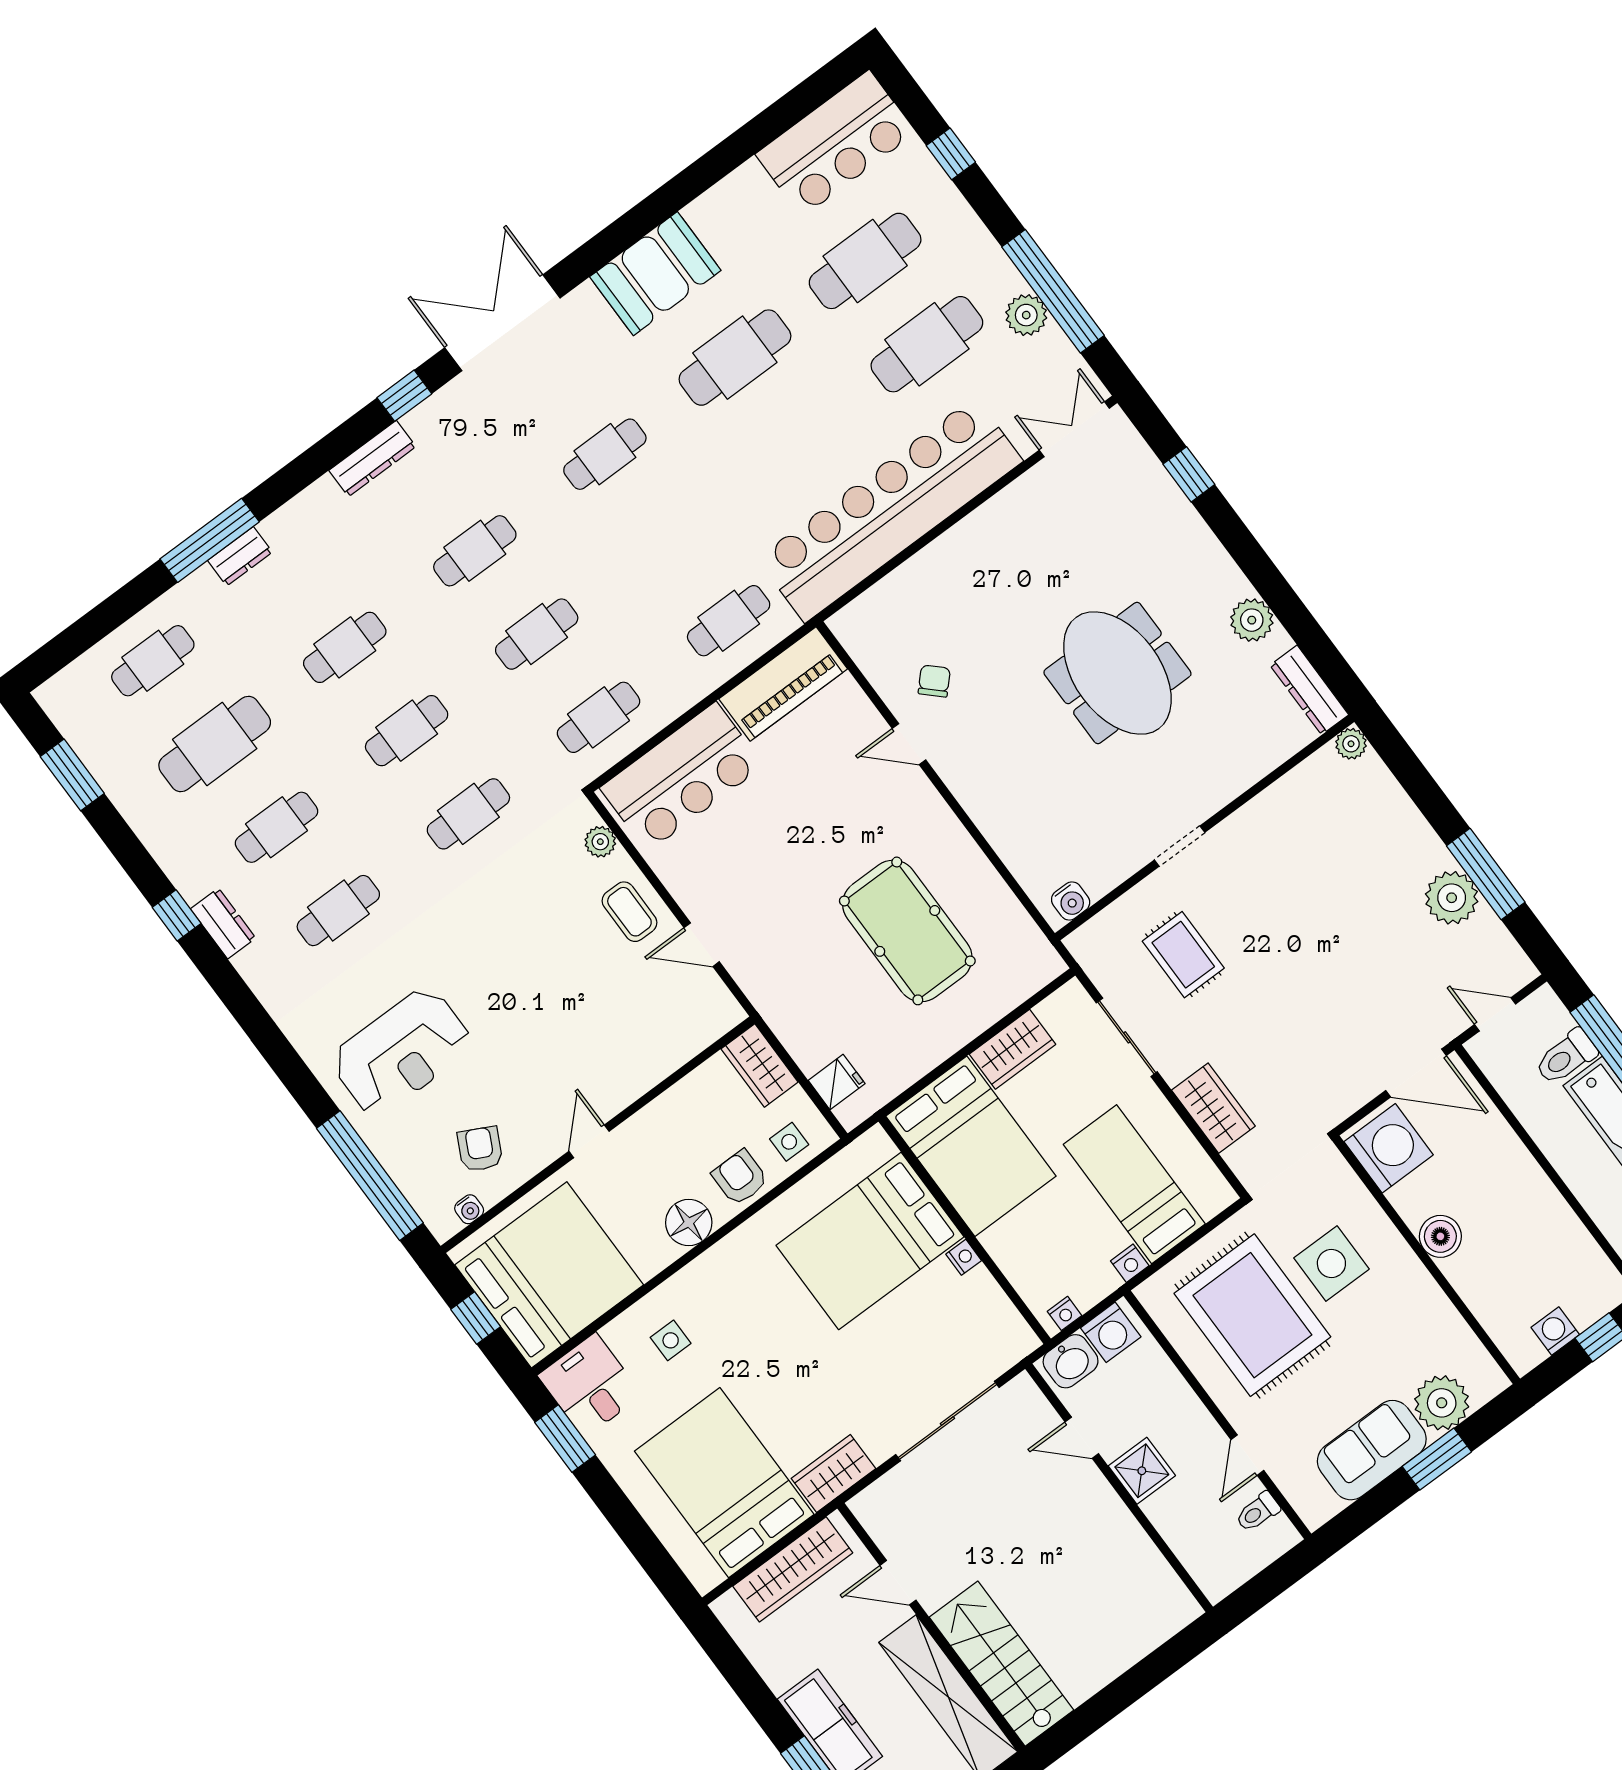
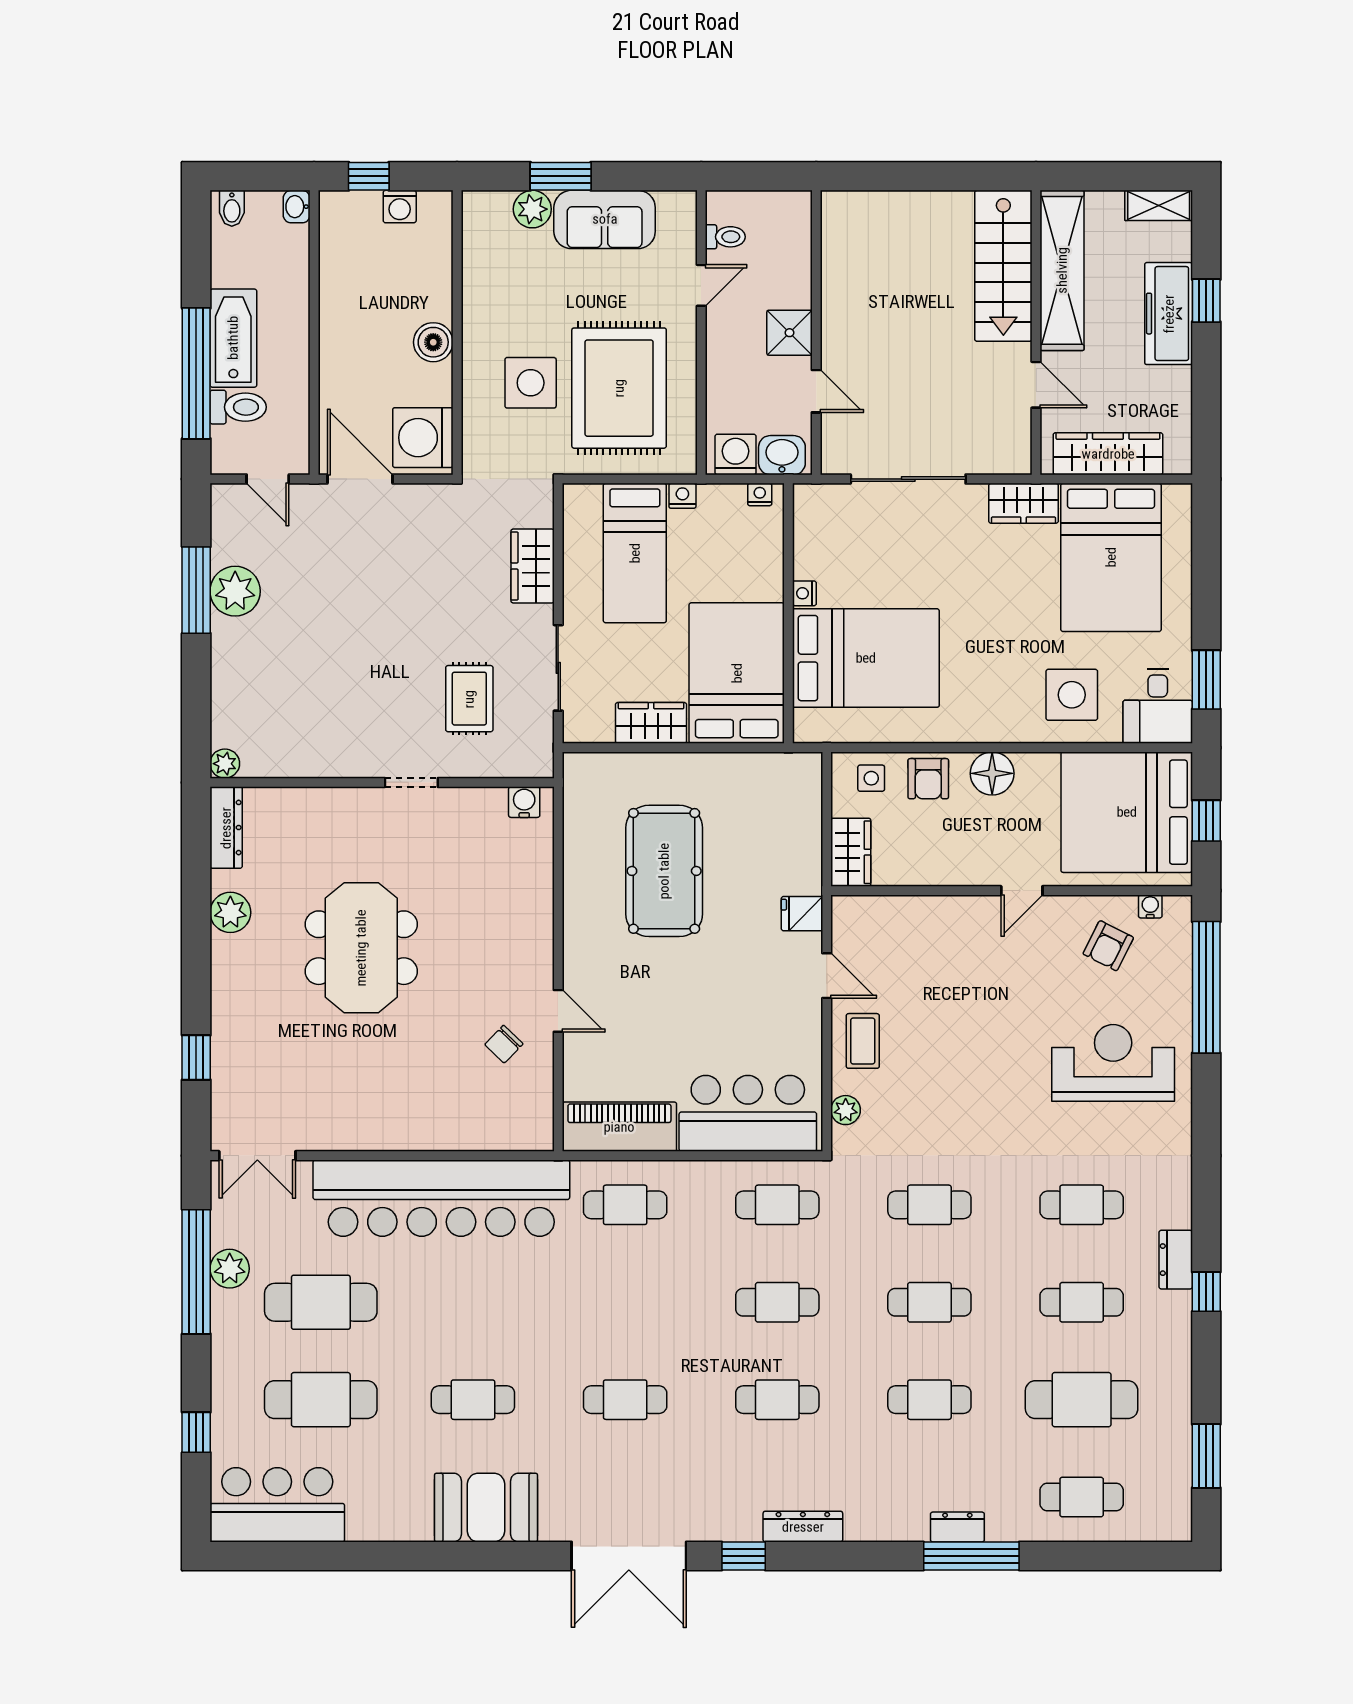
cafe table: (735, 358) -> (473, 1400), width x0.73, depth x0.74
fridge: (837, 1082) -> (802, 914), moved
side table: (671, 1340) -> (1072, 695), width x1.87, depth x1.87
plant: (1442, 1403) -> (532, 209), width x0.73, depth x0.73

